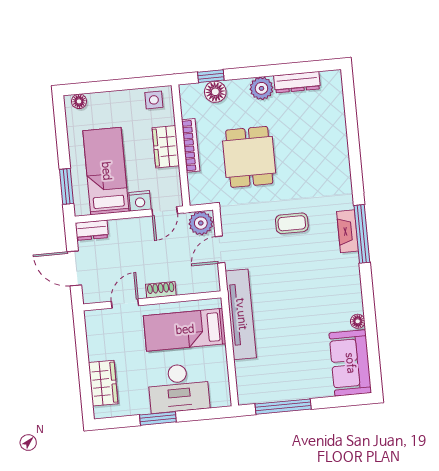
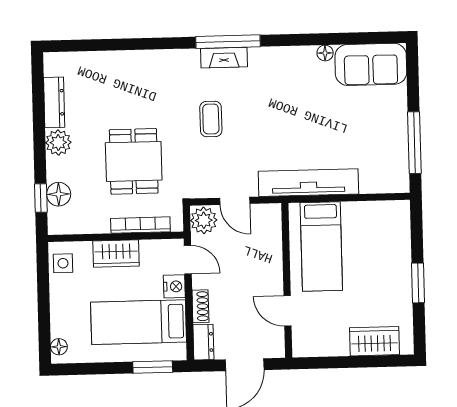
bookcase: (191, 145) -> (140, 225), moved
dining table: (249, 157) -> (134, 161), turned 90
shoe rack: (161, 290) -> (200, 306), moved, turned 180
desk: (179, 388) -> (386, 258), removed

